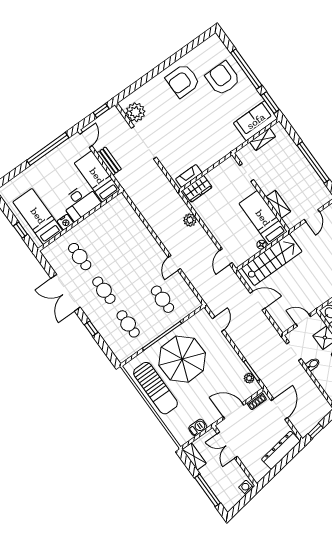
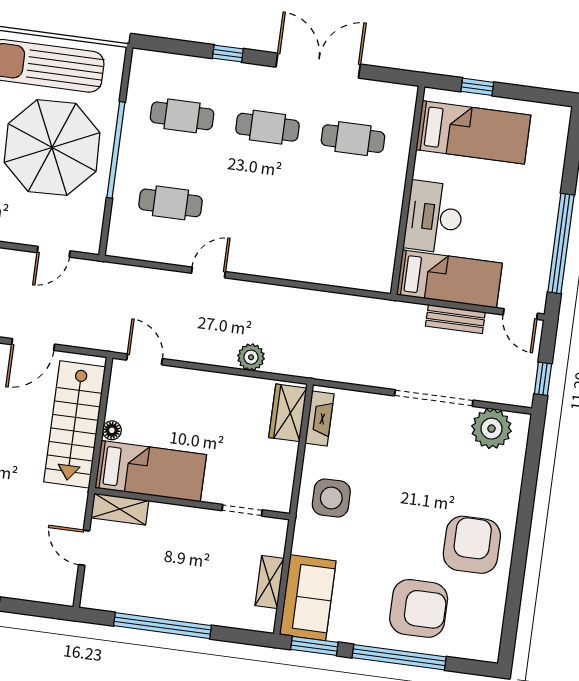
side table: (213, 145) -> (331, 498), added
shelving: (278, 204) -> (120, 509), moved
nightstand: (65, 222) -> (425, 166), removed
door: (174, 263) -> (208, 272), hinge flipped
door: (218, 324) -> (54, 252), hinge flipped

